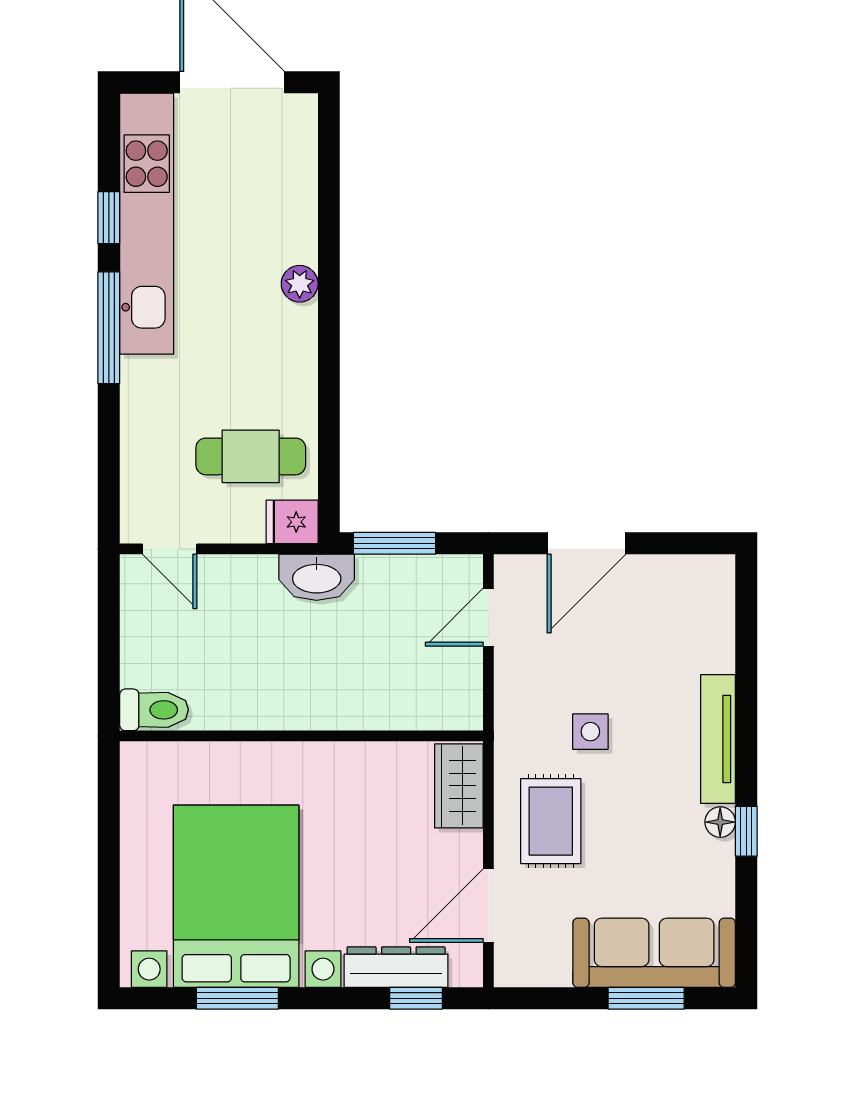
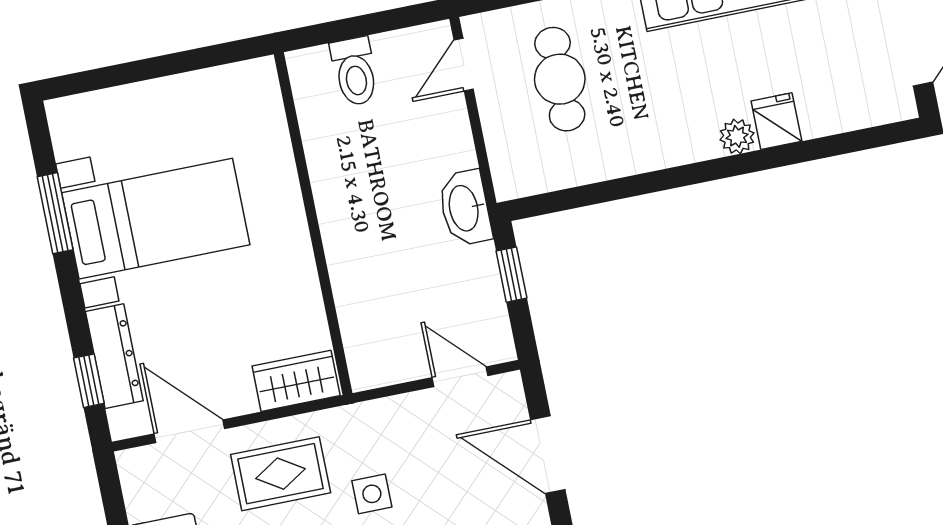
cafe table: (251, 456) -> (560, 79), moved
fridge: (292, 522) -> (776, 121), moved
window: (394, 543) -> (511, 275), width x0.67
toilet: (154, 710) -> (355, 71), moved
bed with nightstands: (236, 896) -> (156, 219), width x0.73

